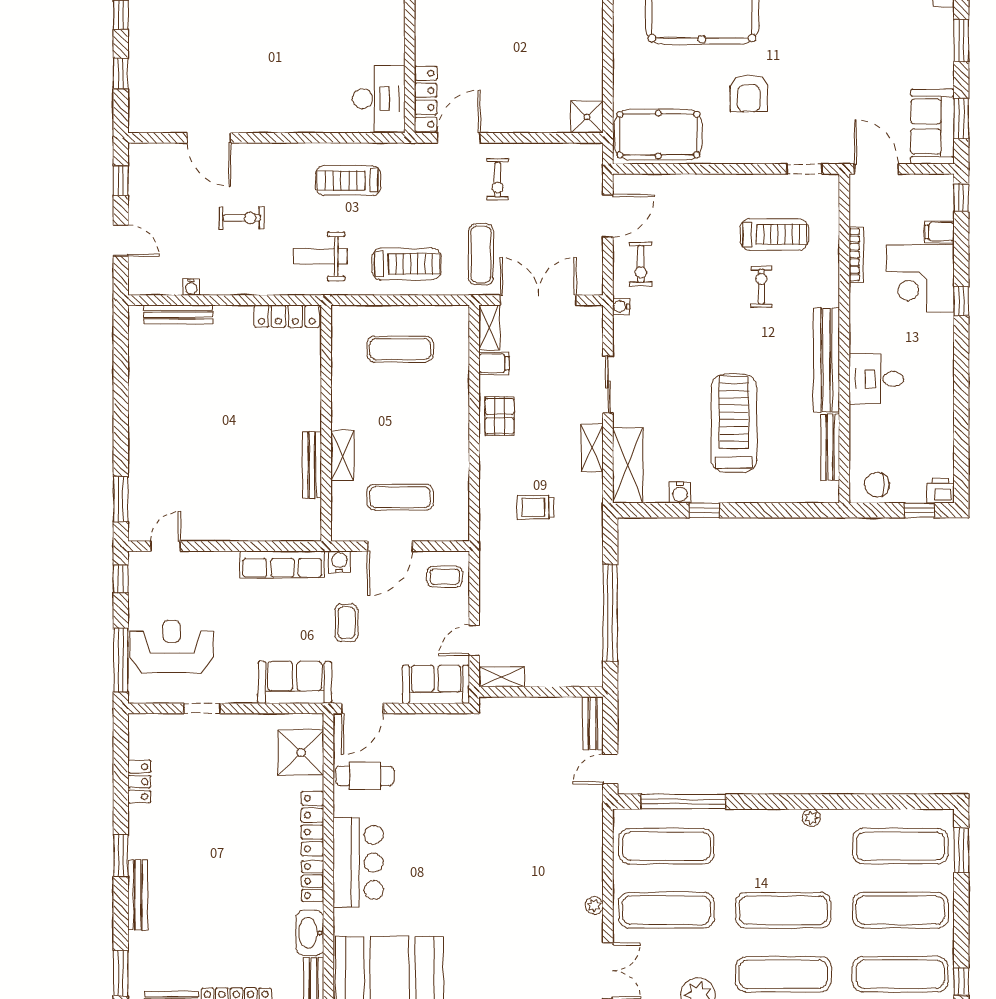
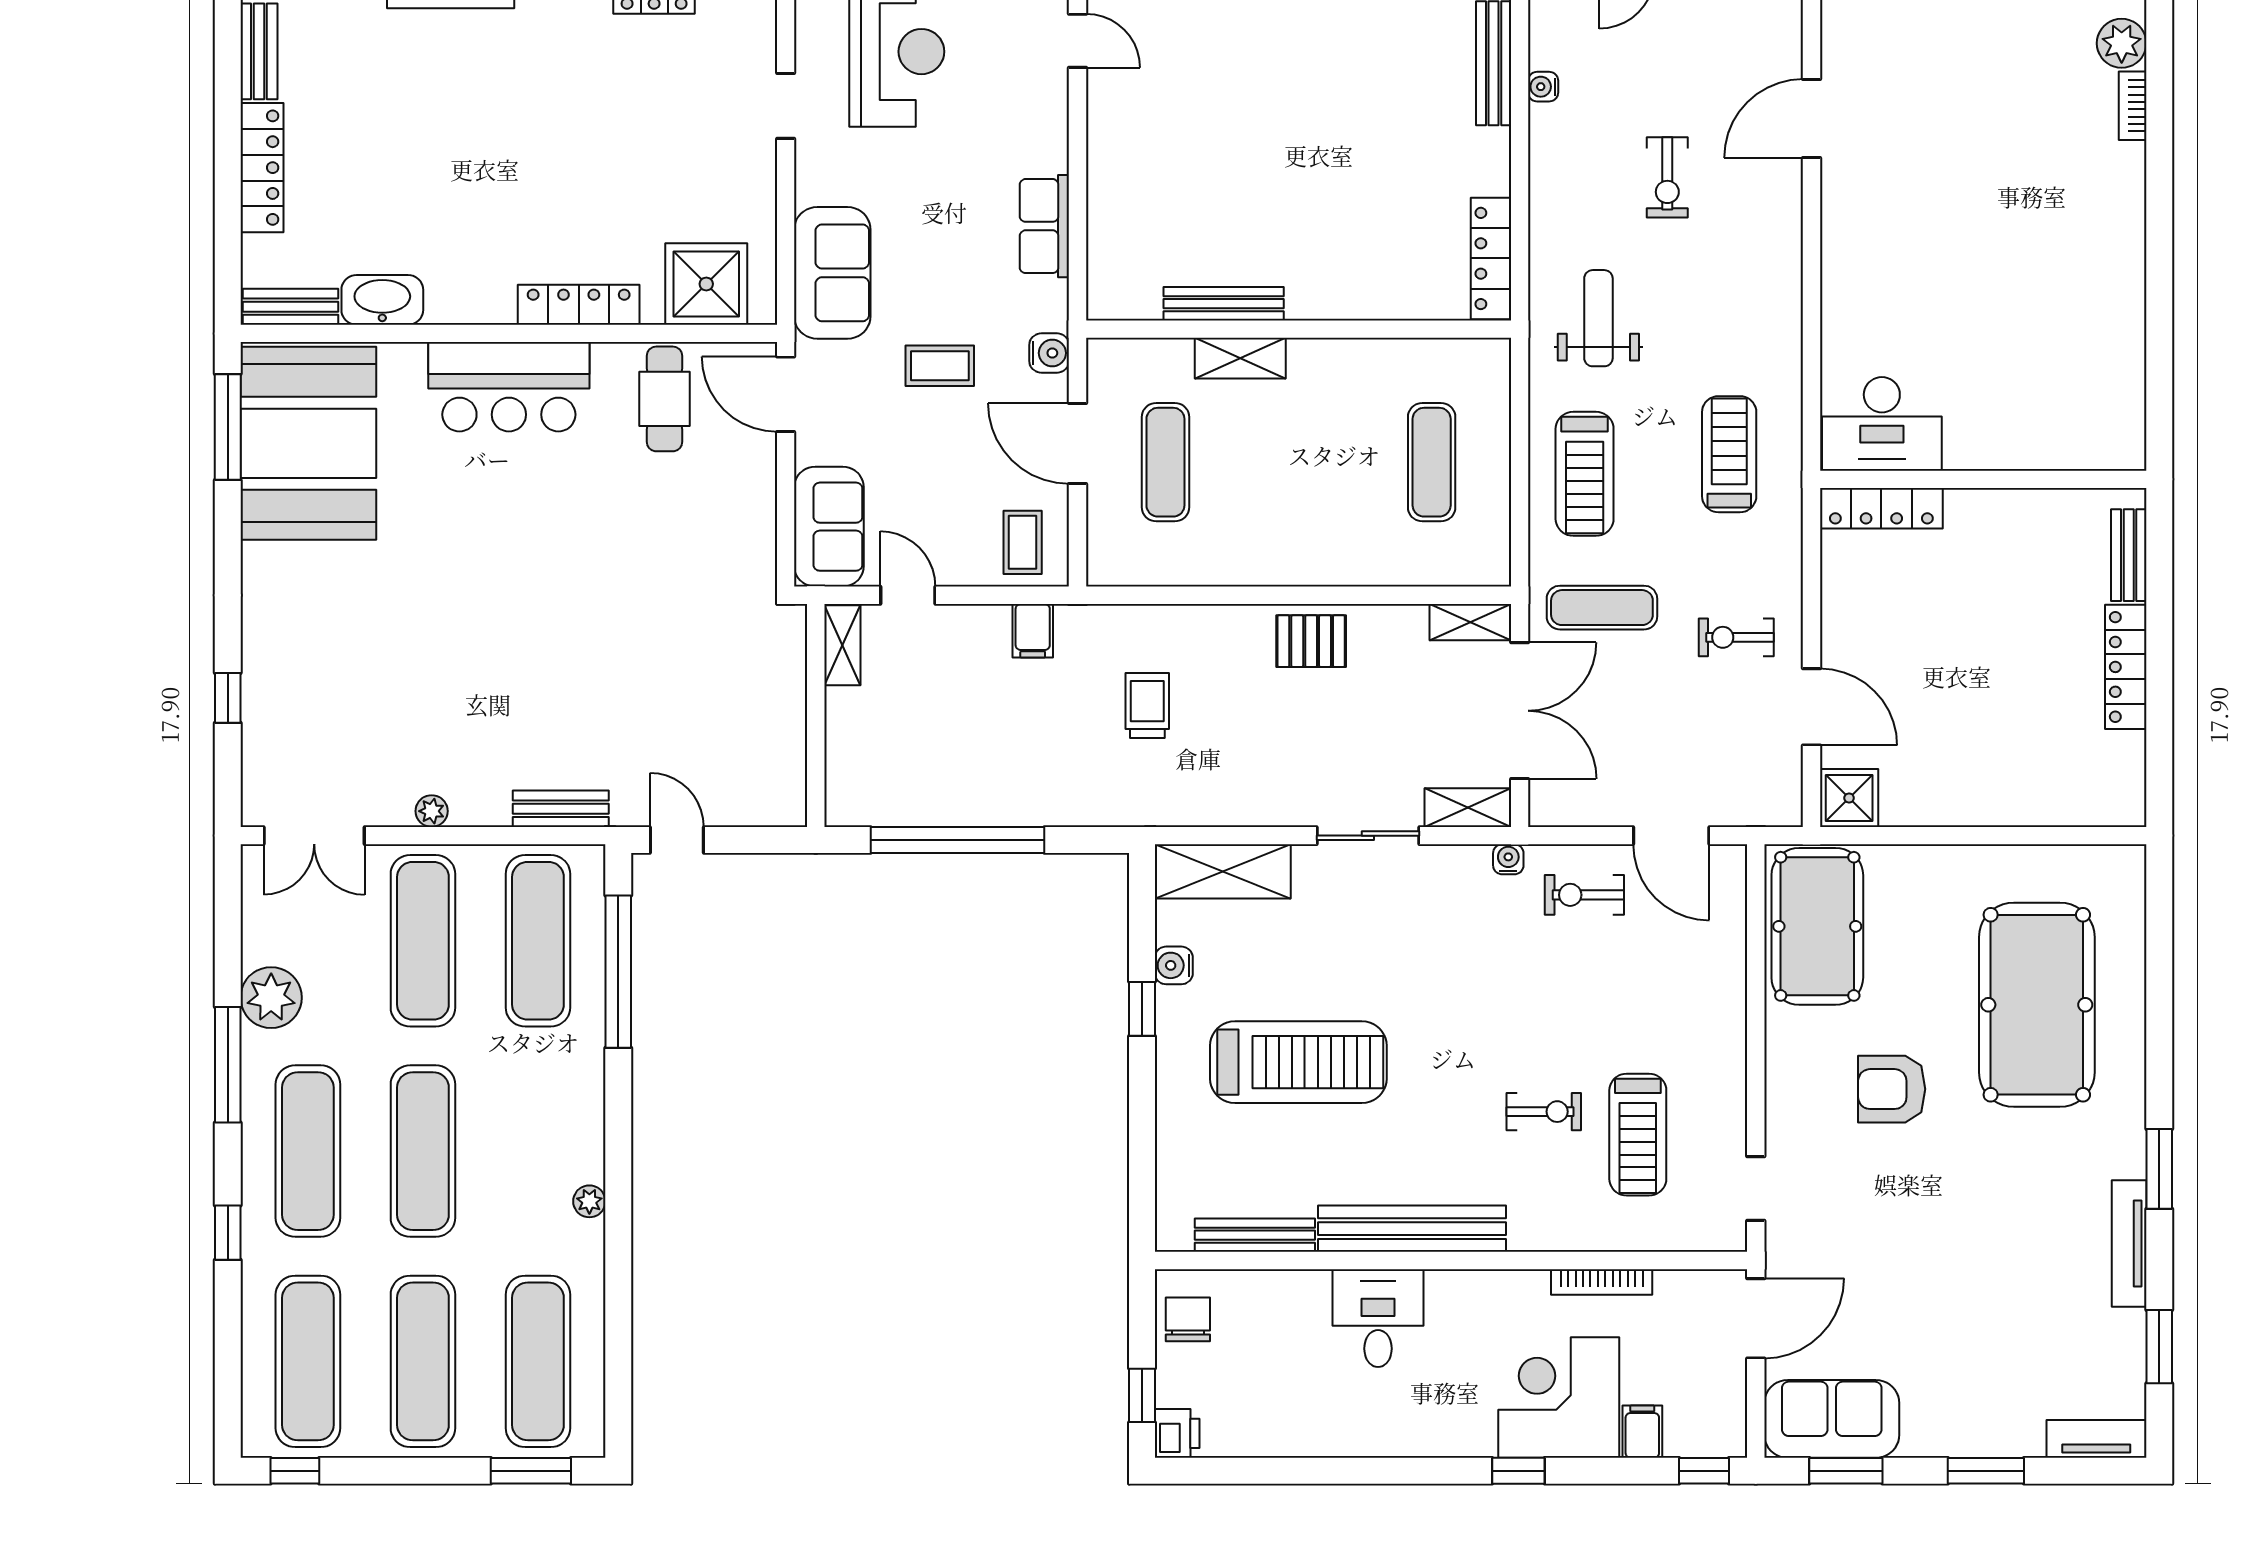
door: (459, 138) -> (1811, 707), moved
treadmill: (348, 180) -> (1729, 454), moved
filing cabinet: (494, 363) -> (1033, 631), moved
shelving: (592, 448) -> (1468, 808), moved
row of seats: (282, 565) -> (1044, 226), width x0.68
bench: (593, 723) -> (561, 809), moved
locker: (313, 881) -> (475, 305), removed

